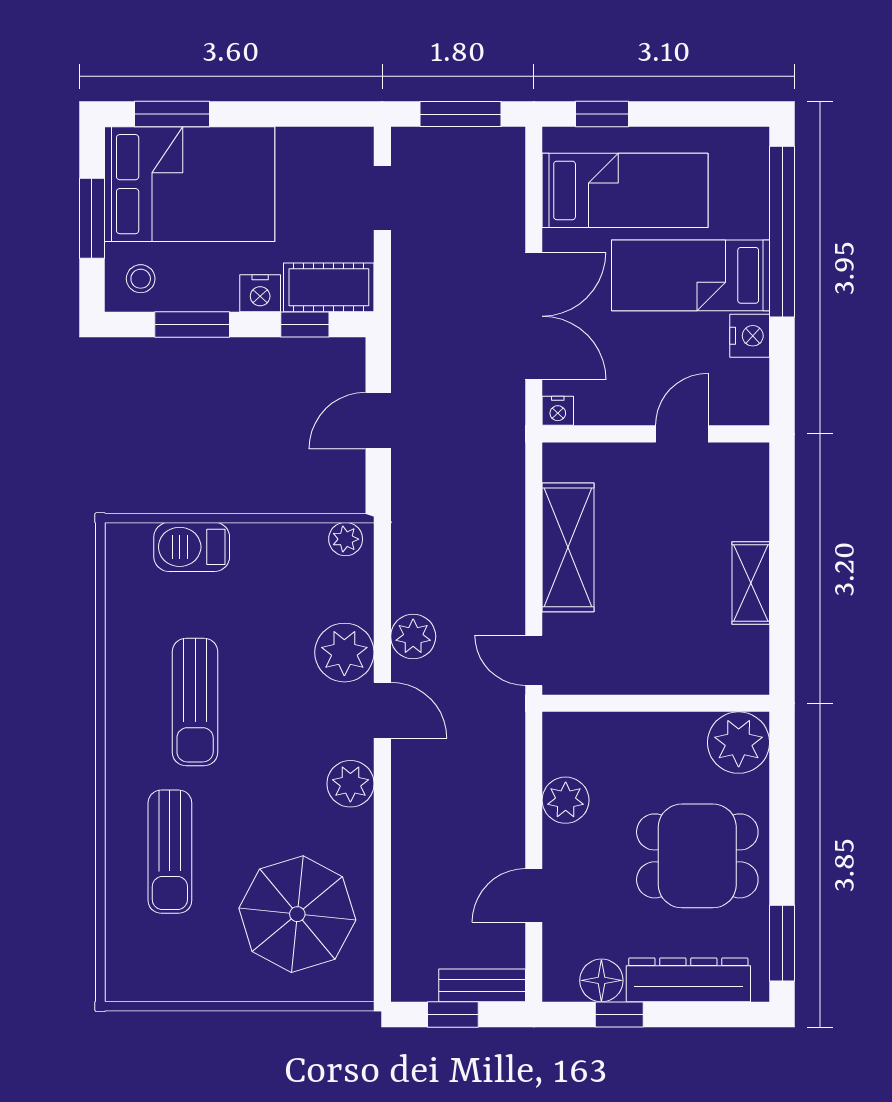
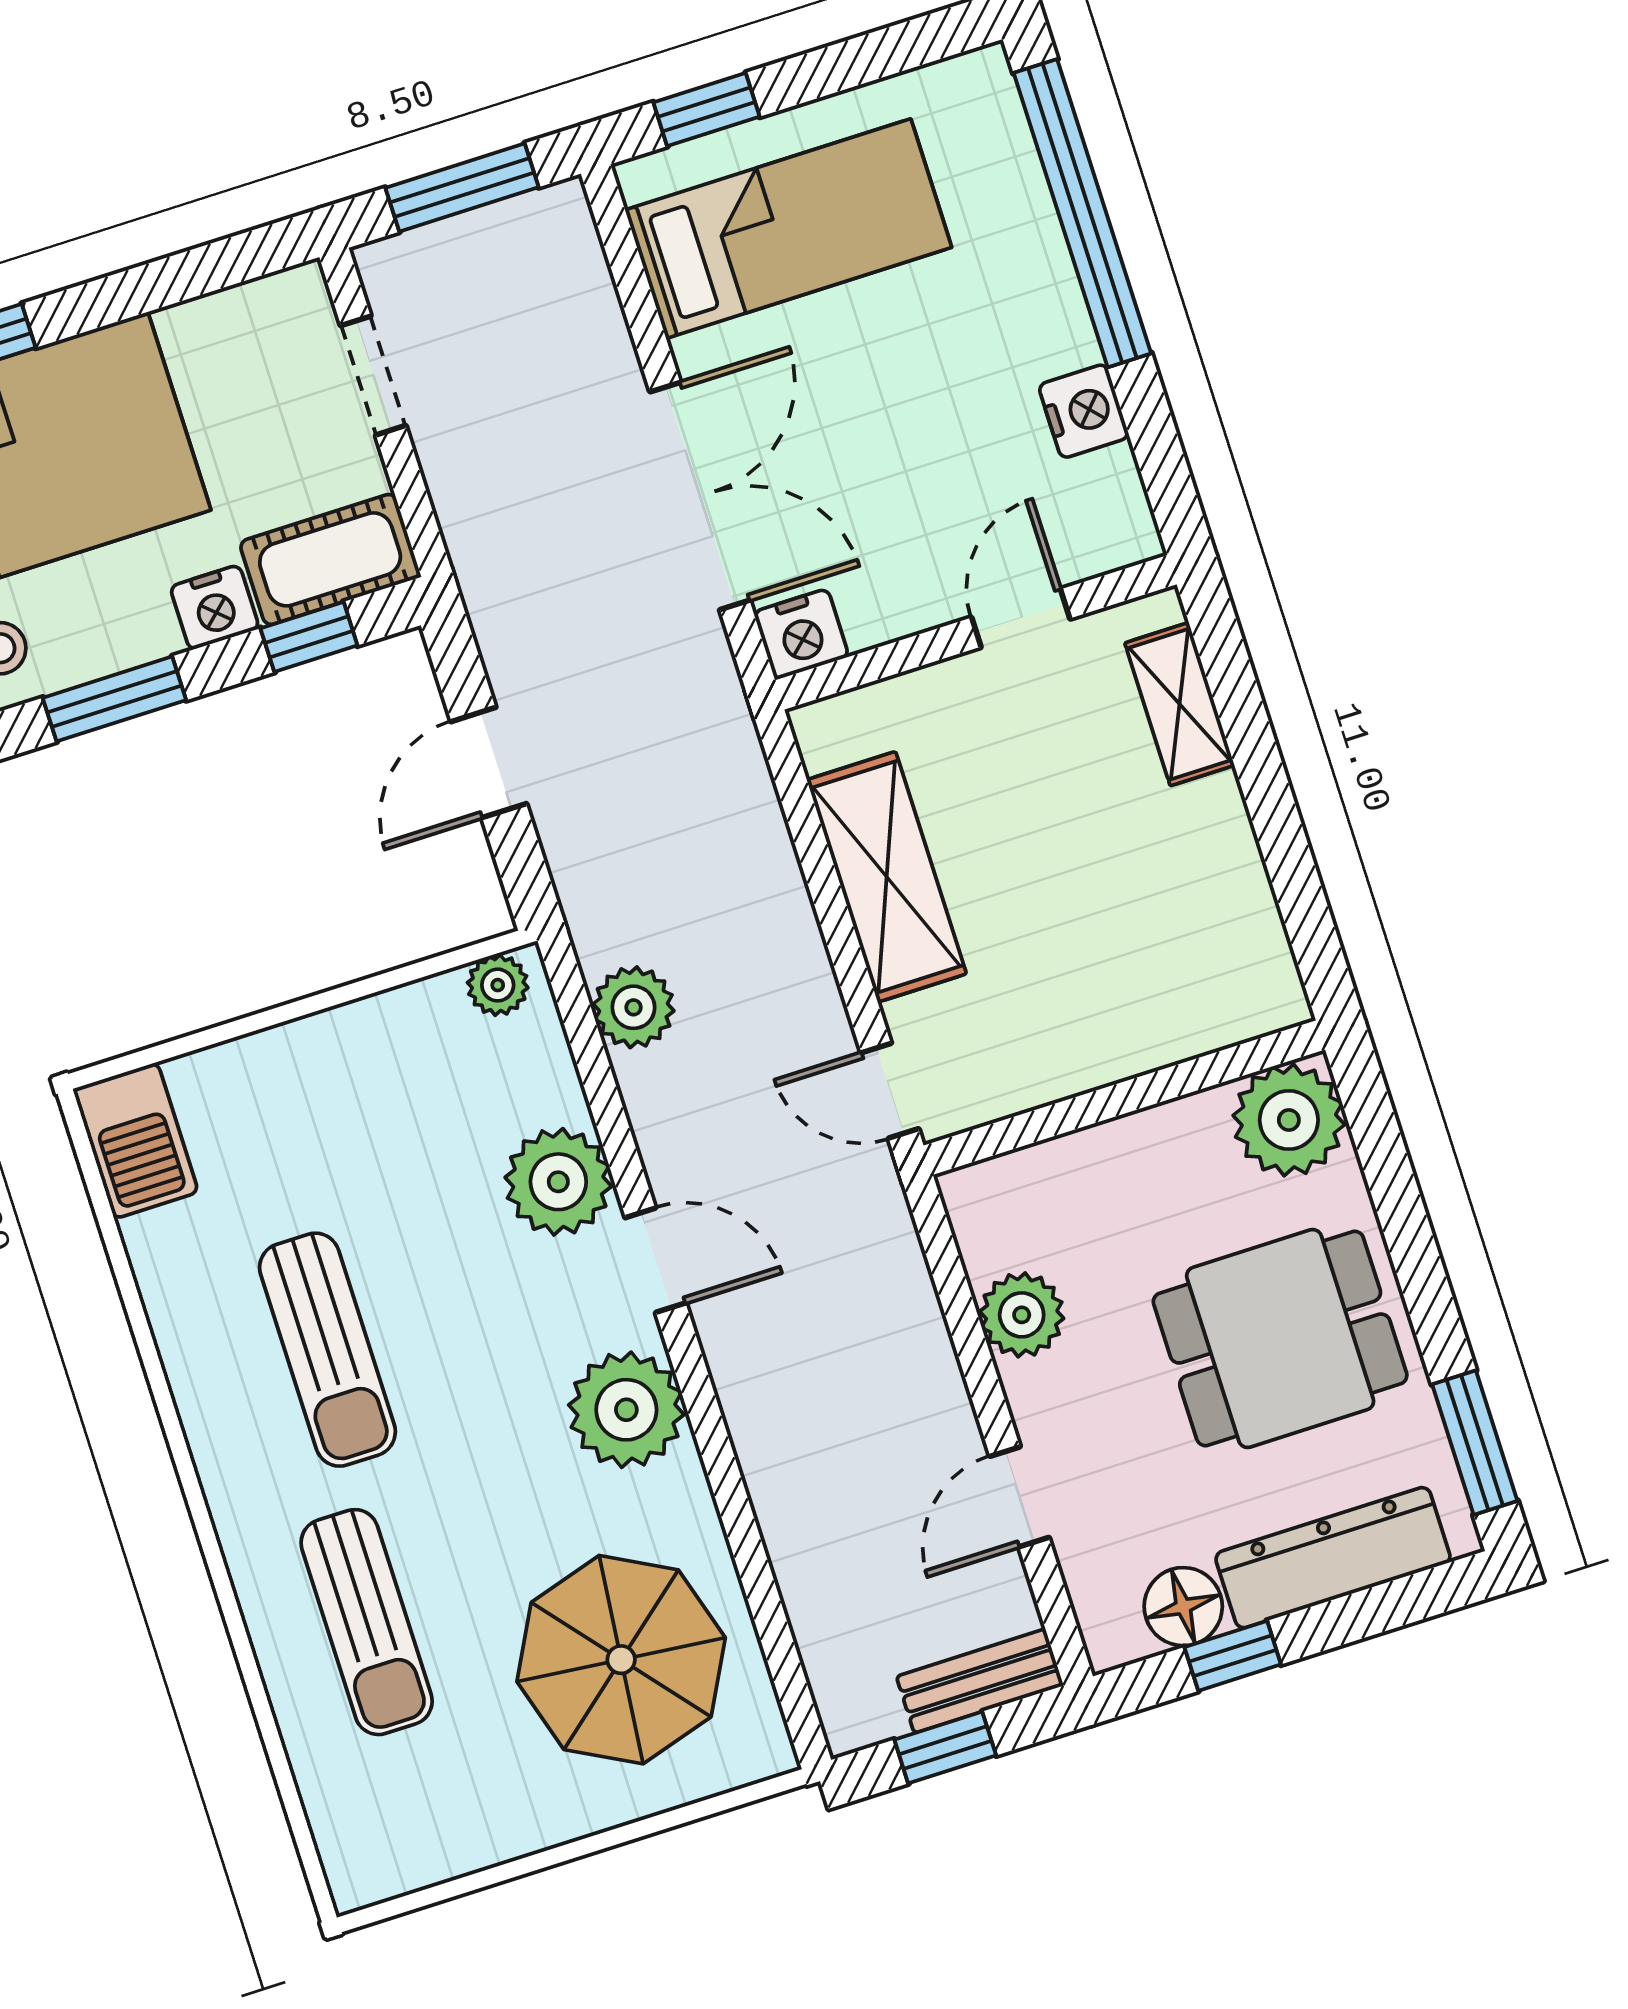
bed: (691, 275) -> (948, 339), removed
nightstand: (558, 411) -> (801, 634), width x1.39, depth x1.35
barbecue: (192, 547) -> (136, 1141), moved, turned -90
shelving: (751, 583) -> (1180, 704), moved
plant: (413, 636) -> (634, 1007), moved
plant: (350, 784) -> (626, 1410), width x1.36, depth x1.36

